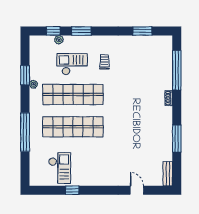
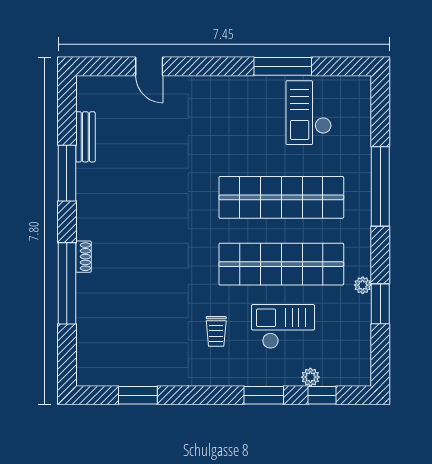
checkout: (72, 64) -> (283, 327), turned 180
window: (177, 70) -> (67, 283), moved
bench: (168, 174) -> (85, 137), moved
window: (72, 190) -> (283, 66), width x2.17

